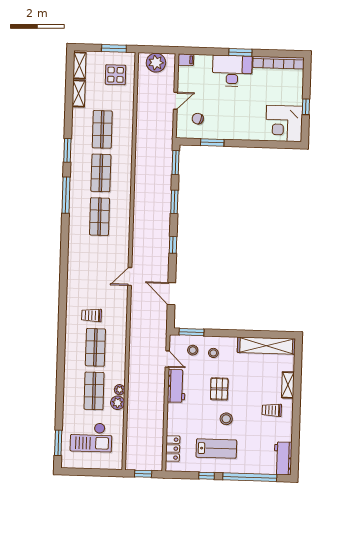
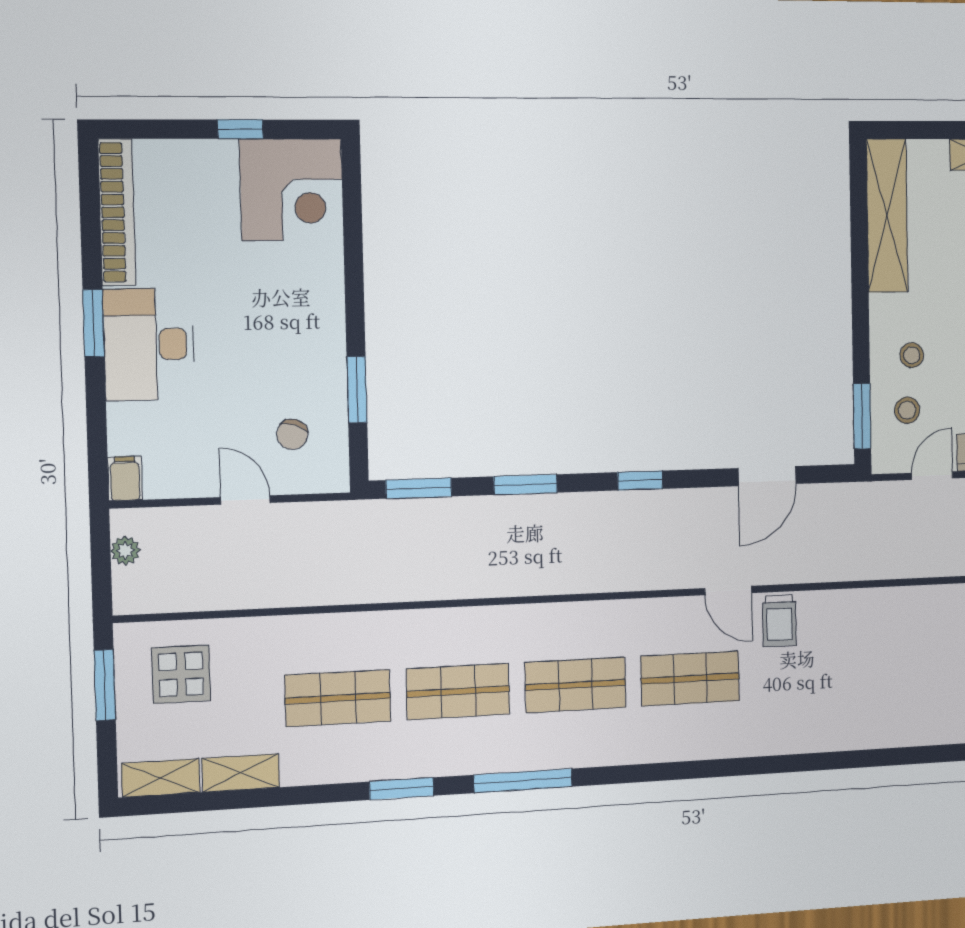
plant: (156, 63) -> (125, 551), width x0.53, depth x0.53
trolley: (92, 315) -> (779, 621), moved
shop shelf: (95, 347) -> (690, 679), moved

